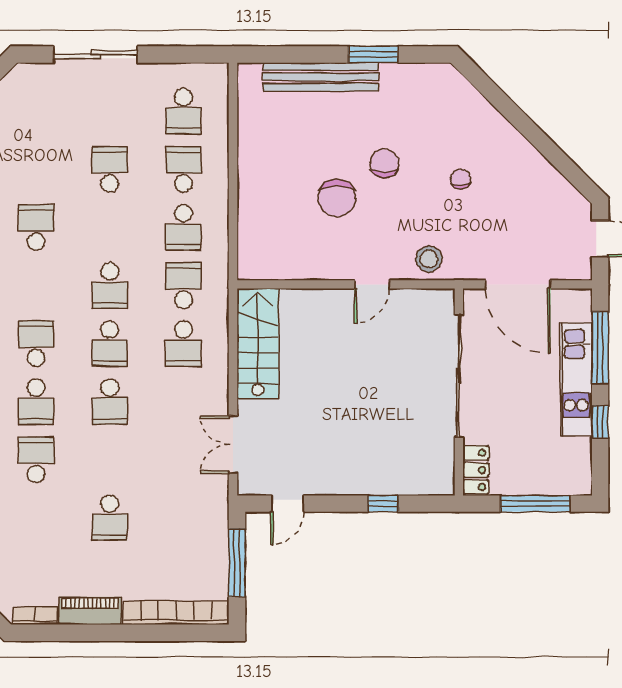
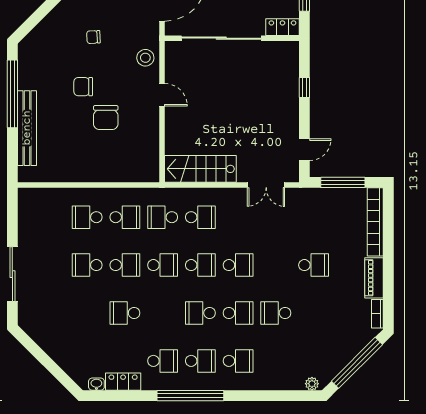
window: (373, 54) -> (12, 94), width x2.11
school desk: (184, 111) -> (125, 265), moved
chair: (337, 198) -> (106, 118), turned 90
door: (287, 504) -> (304, 150), hinge flipped

